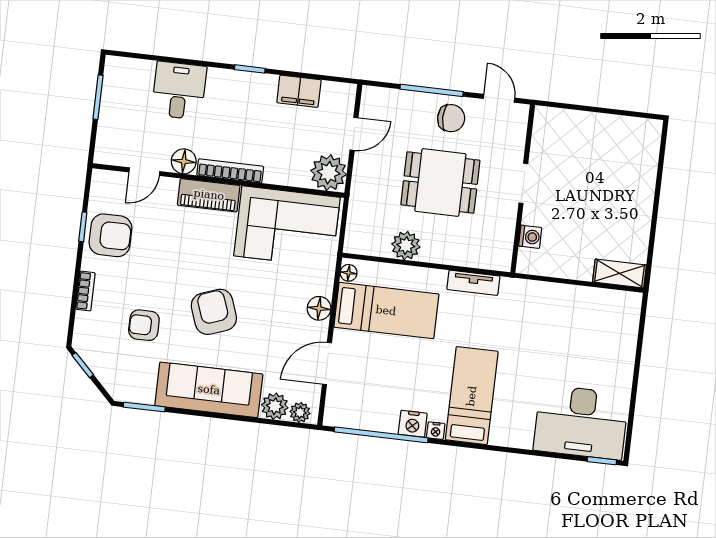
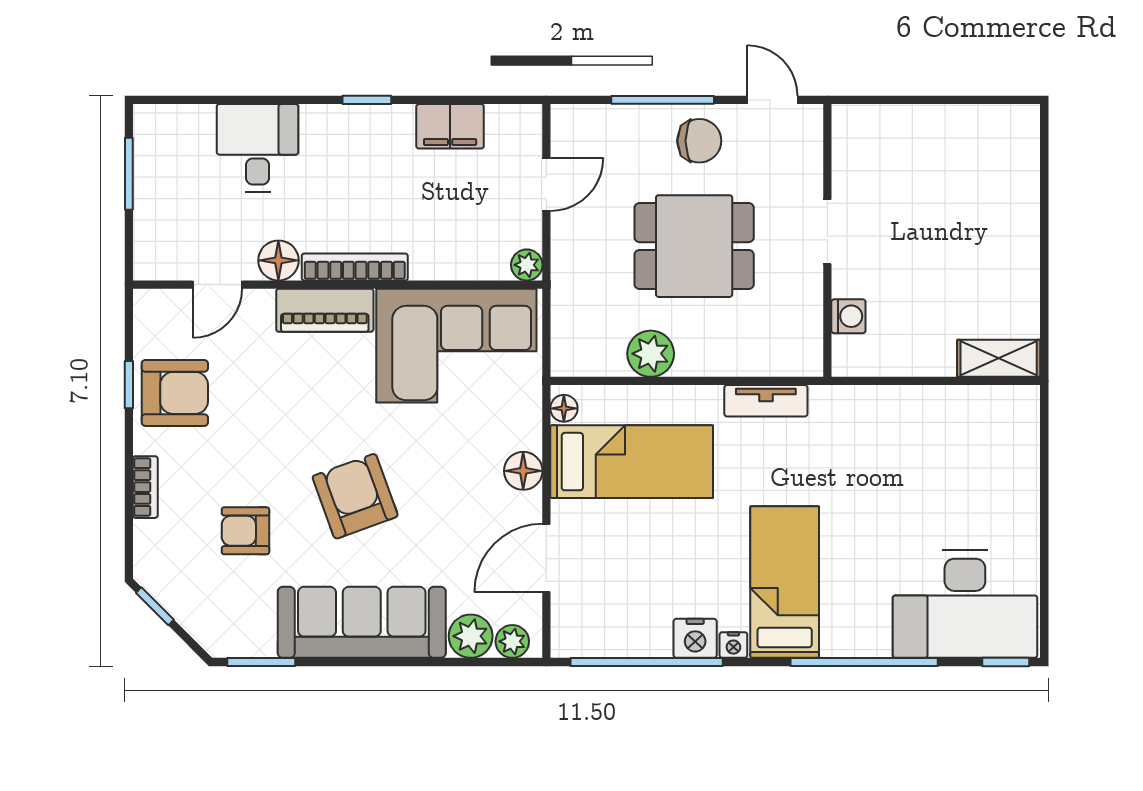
plant: (329, 173) -> (527, 265), width x0.53, depth x0.53
window: (515, 451) -> (864, 662), added

